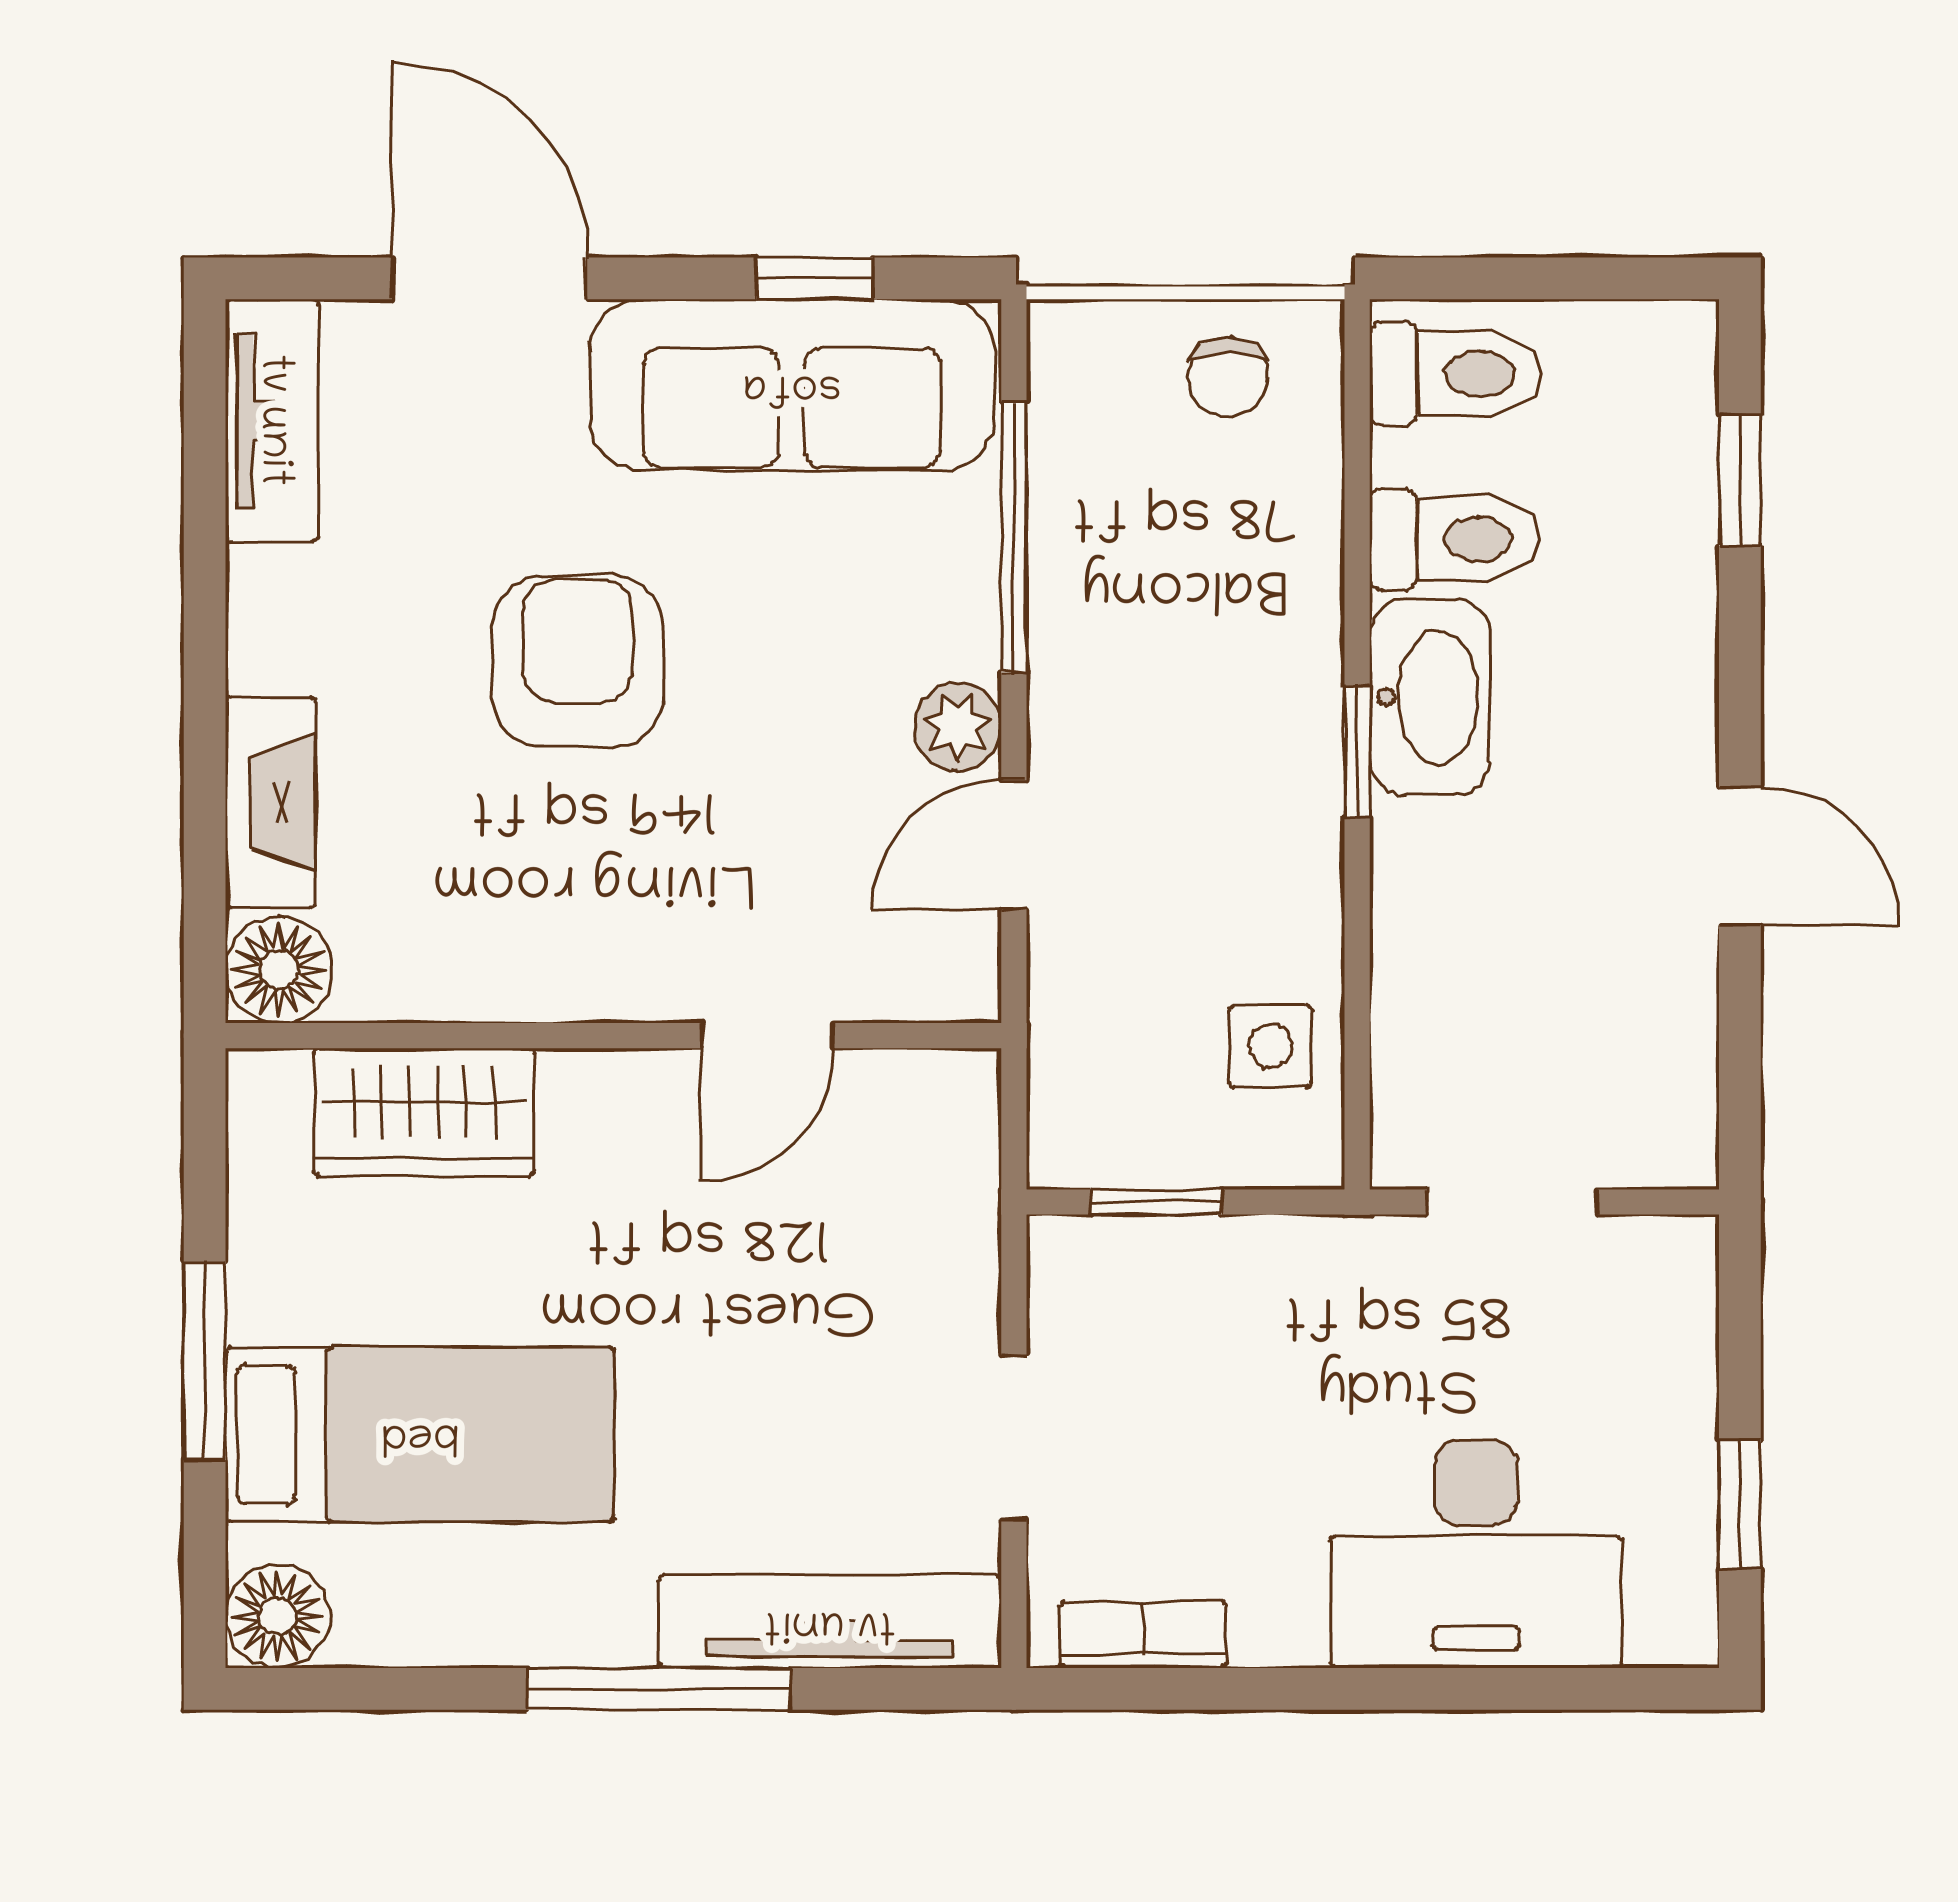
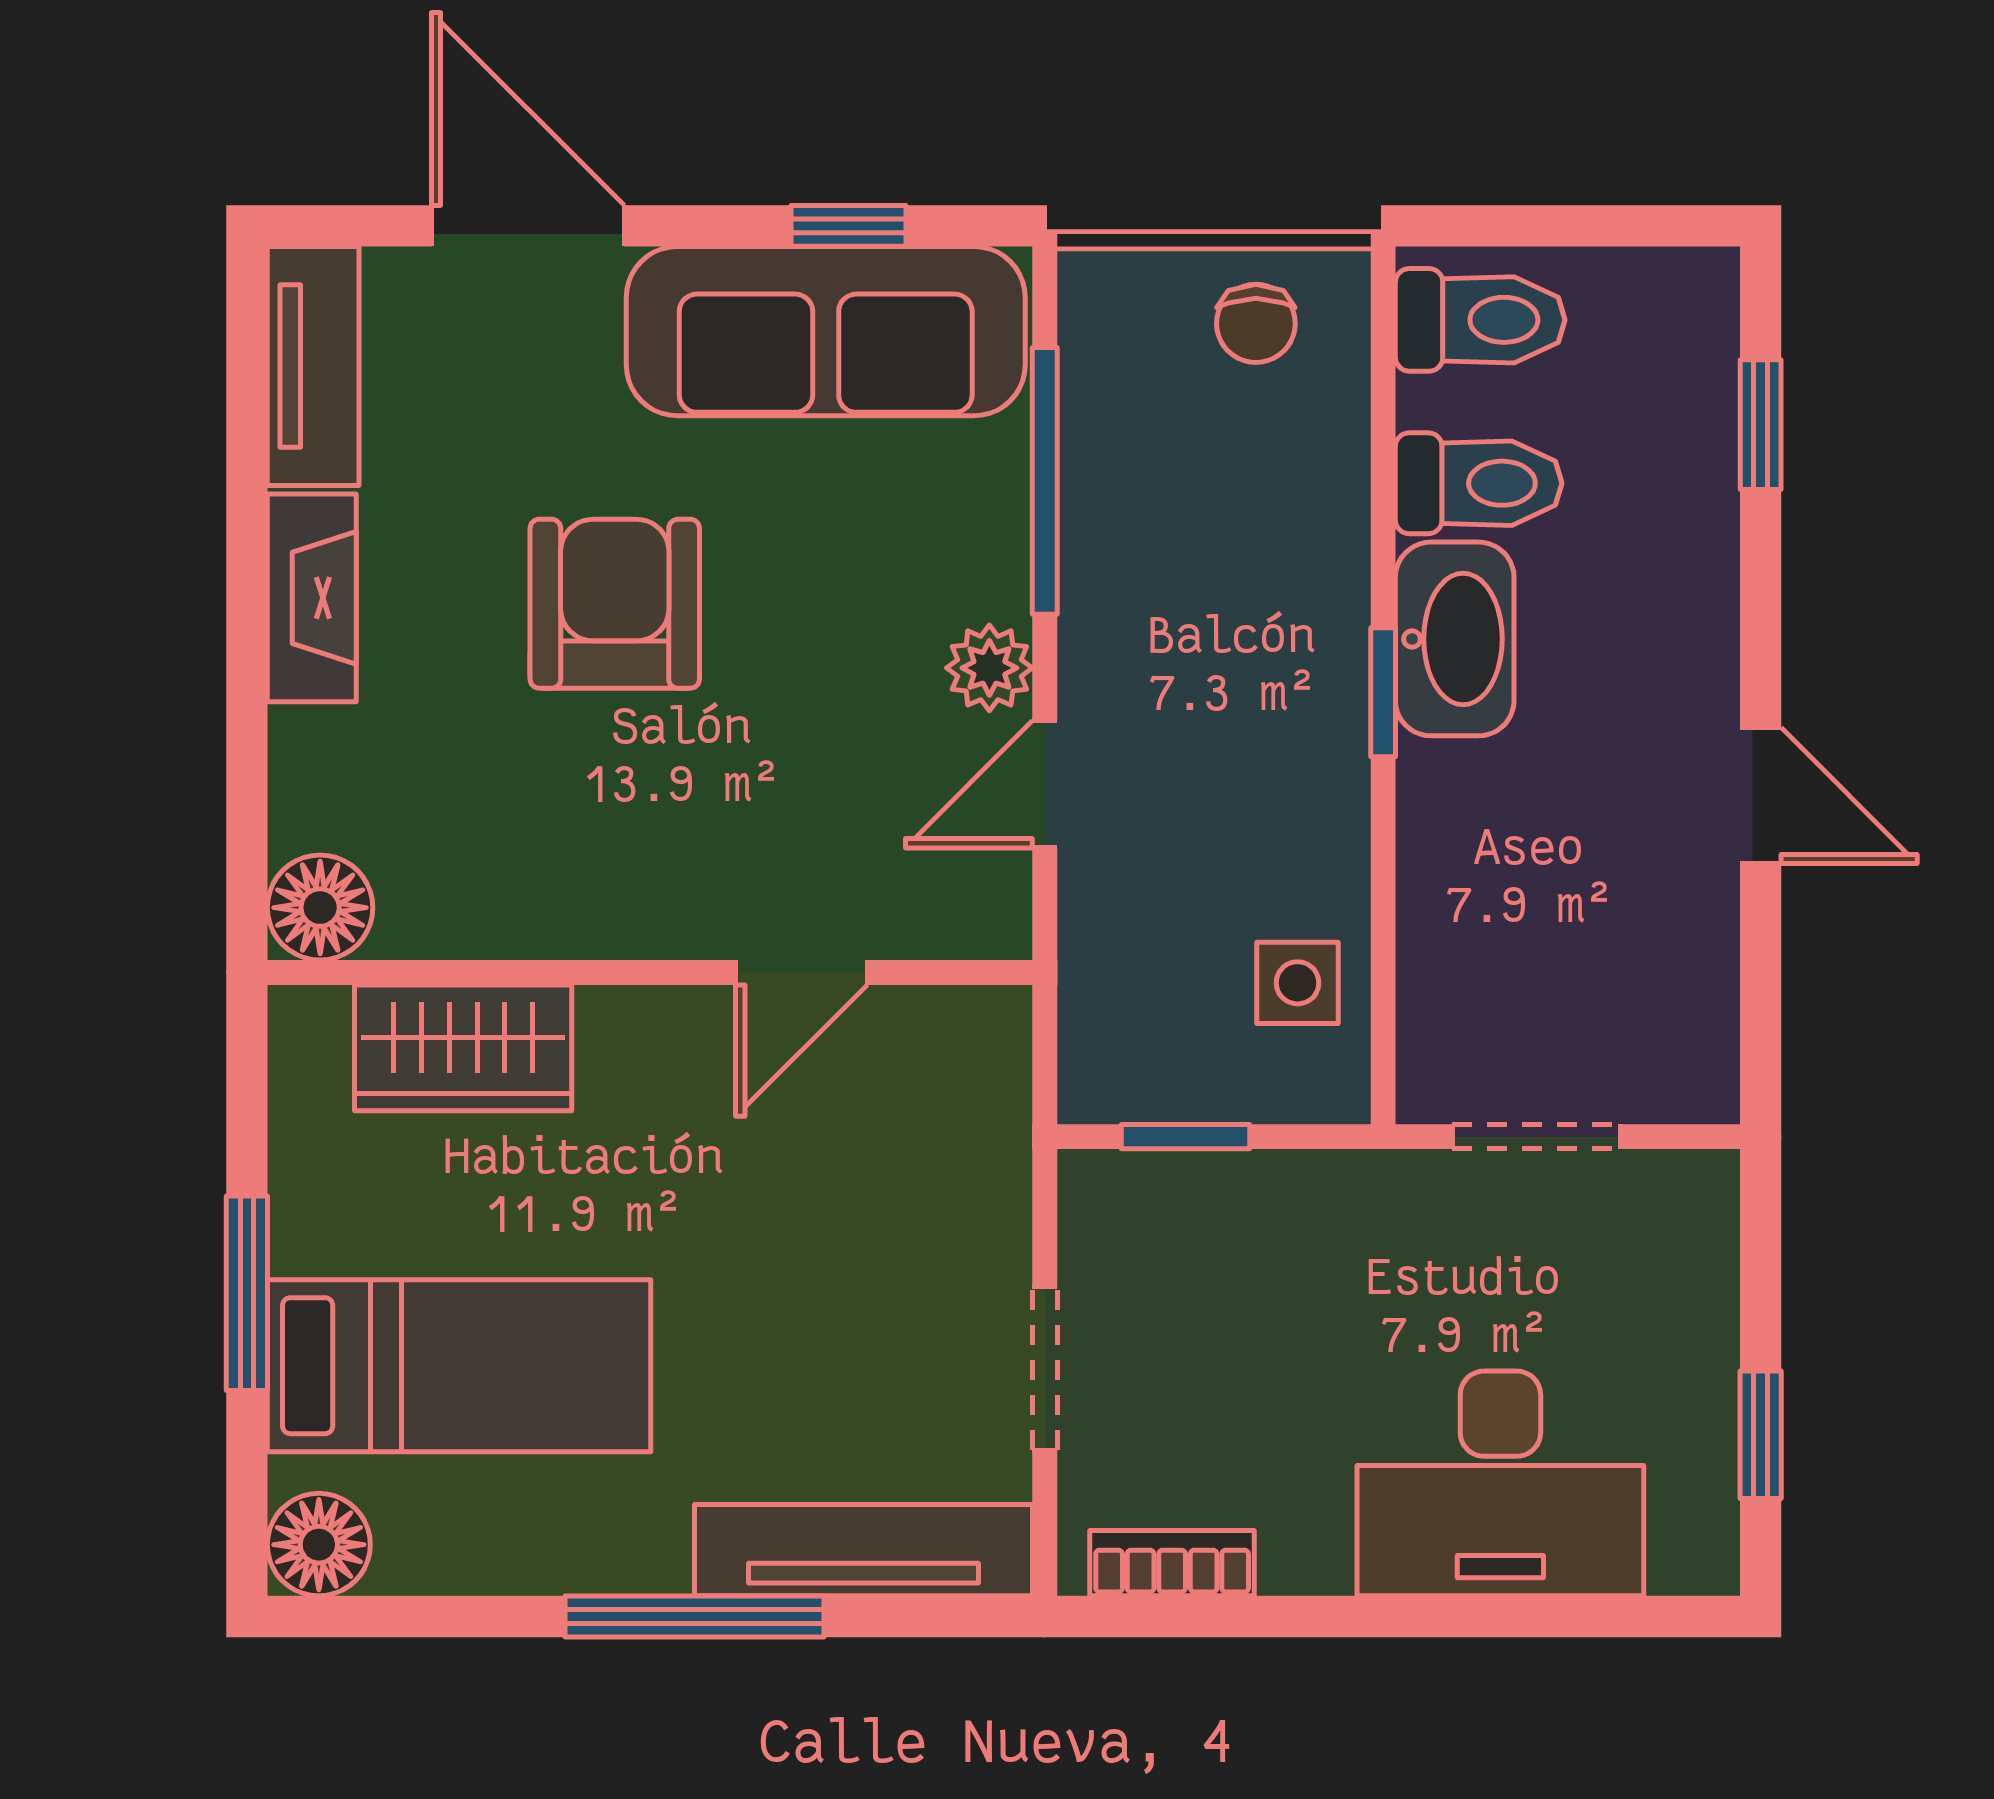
fireplace: (270, 803) -> (312, 598), moved

